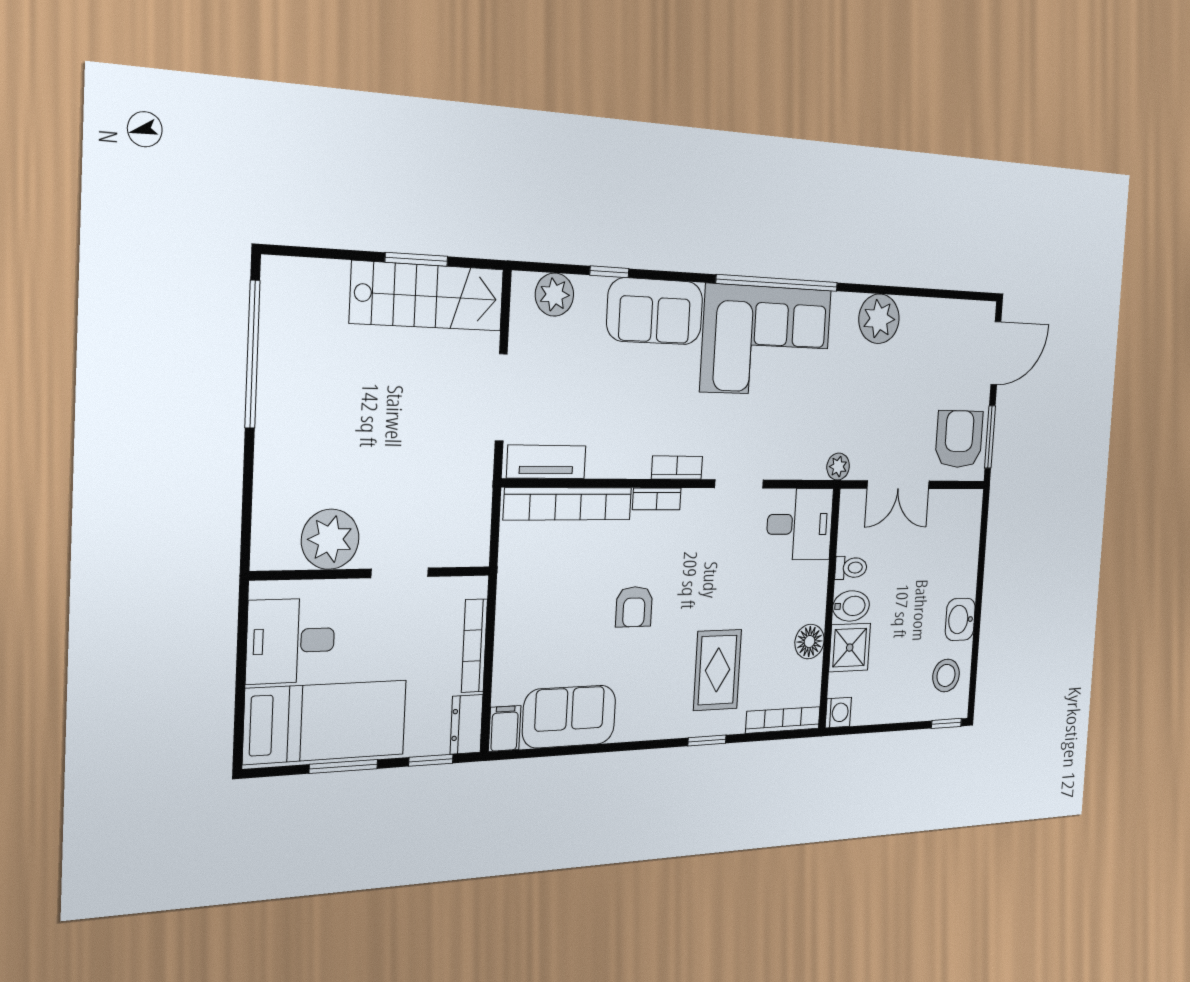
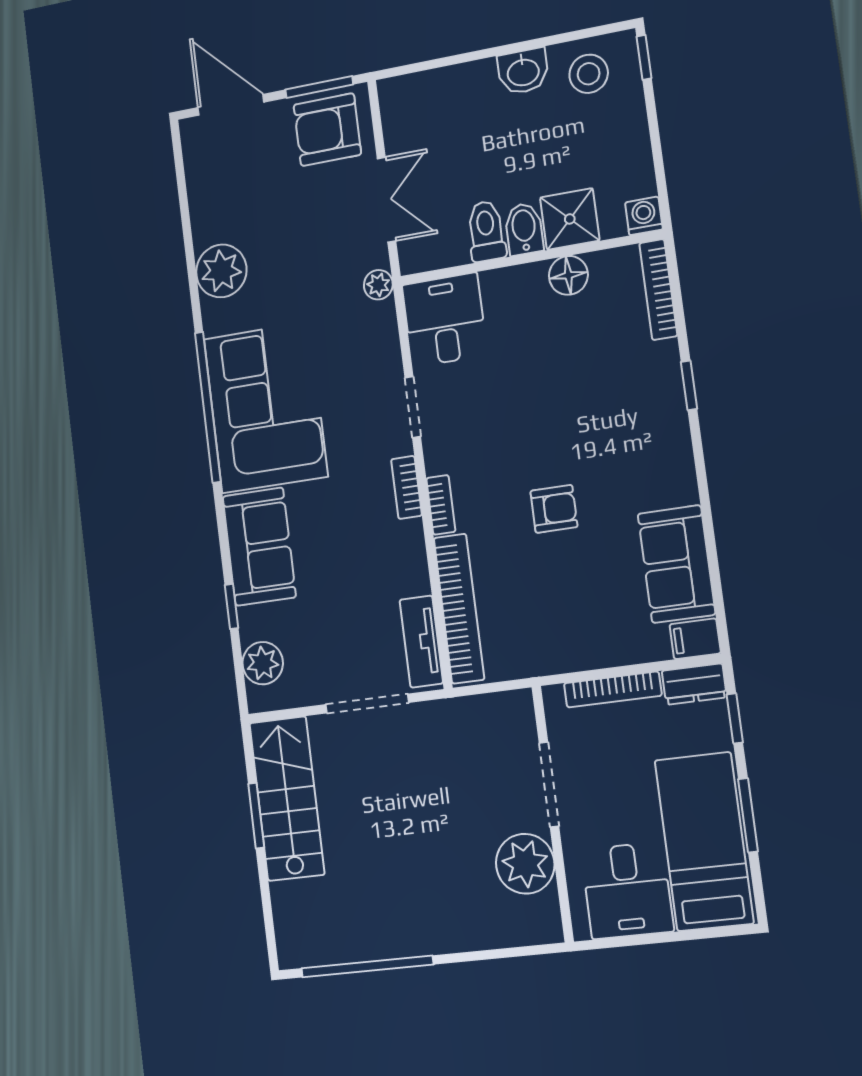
toilet: (851, 568) -> (486, 231), width x1.37, depth x1.39
doorway: (400, 573) -> (549, 785), width x1.38
rug: (717, 670) -> (611, 389), removed

